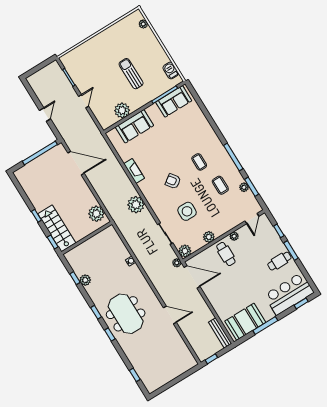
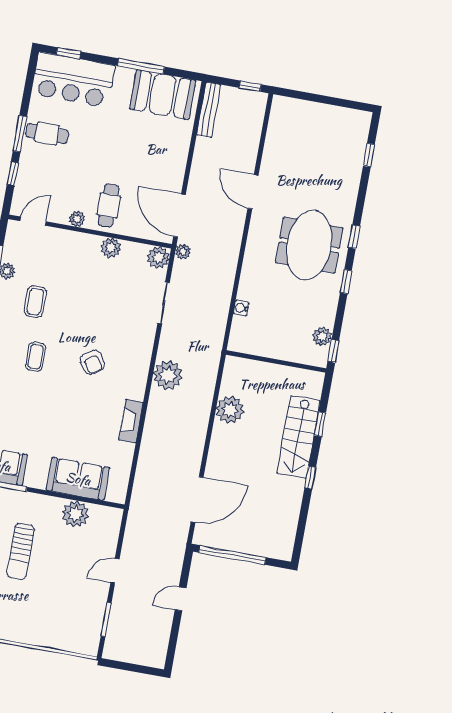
door: (76, 163) -> (197, 500), swing flipped
side table: (187, 211) -> (109, 307), removed
wall: (87, 238) -> (276, 361), moved

